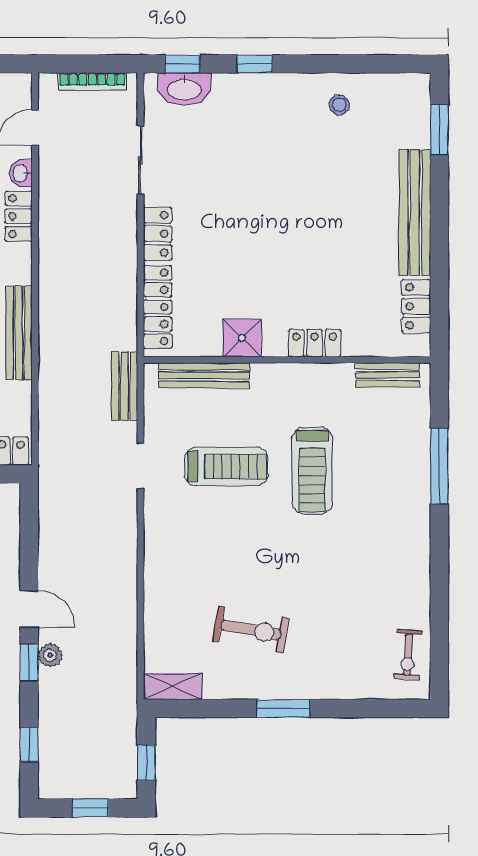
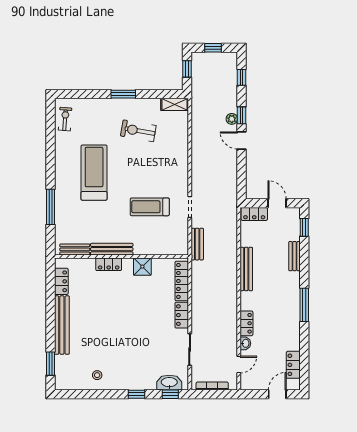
bench: (204, 375) -> (112, 249), moved
treadmill: (312, 470) -> (94, 173), moved, width x1.37, depth x1.38

